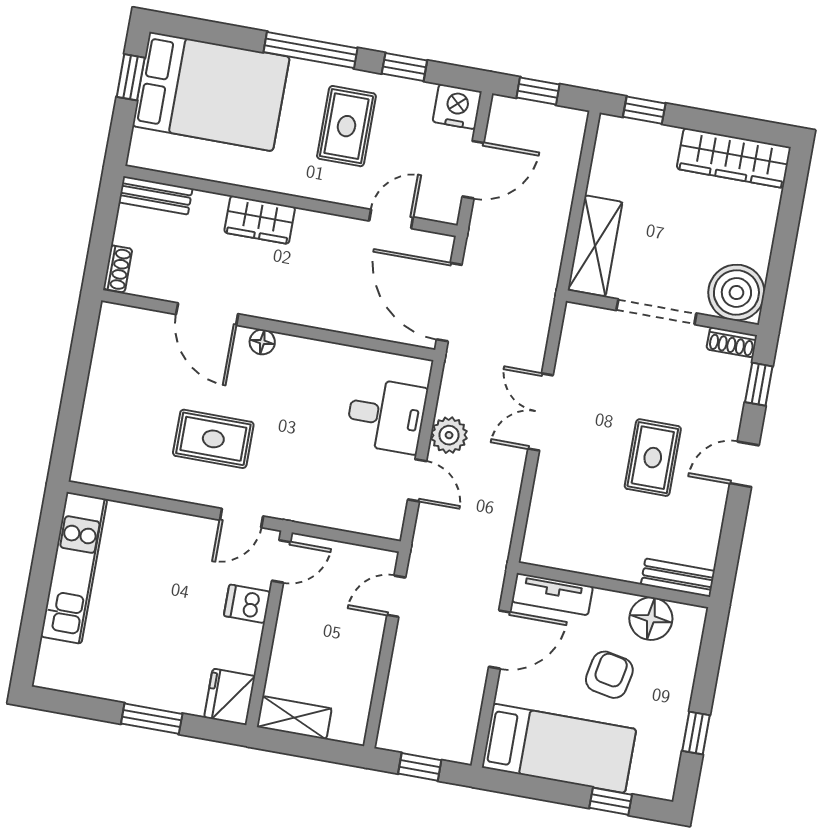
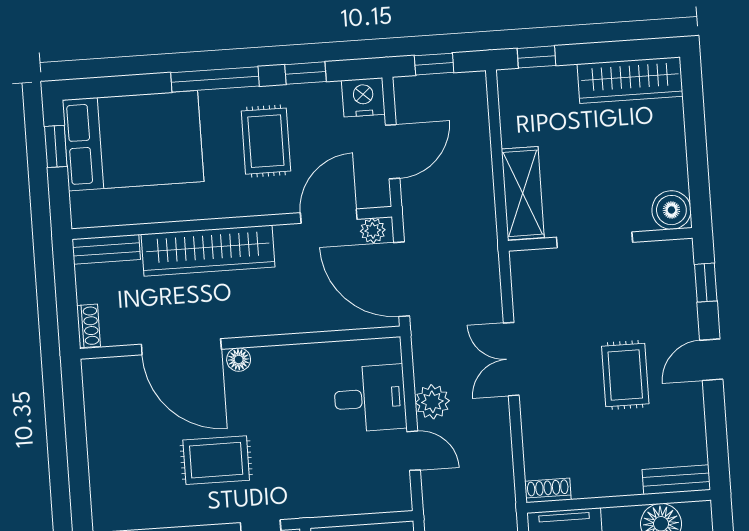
door: (391, 219) -> (329, 216), width x1.38
wardrobe: (260, 220) -> (208, 251), width x2.10, depth x1.17
plant: (432, 245) -> (373, 231), added
boiler: (736, 292) -> (671, 210), width x0.73, depth x0.73
door: (207, 314) -> (181, 347), width x1.36
shoe rack: (732, 342) -> (548, 491), moved, turned 180

